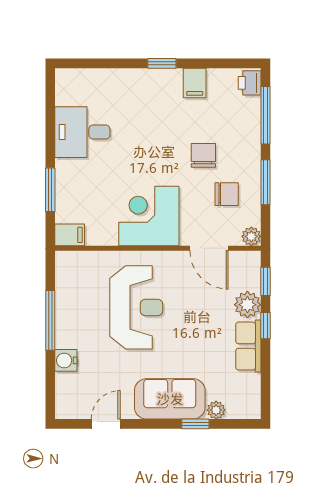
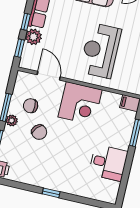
filing cabinet: (195, 83) -> (34, 177), removed
chair: (203, 155) -> (39, 132), turned -48
plant: (251, 236) -> (12, 121), moved

